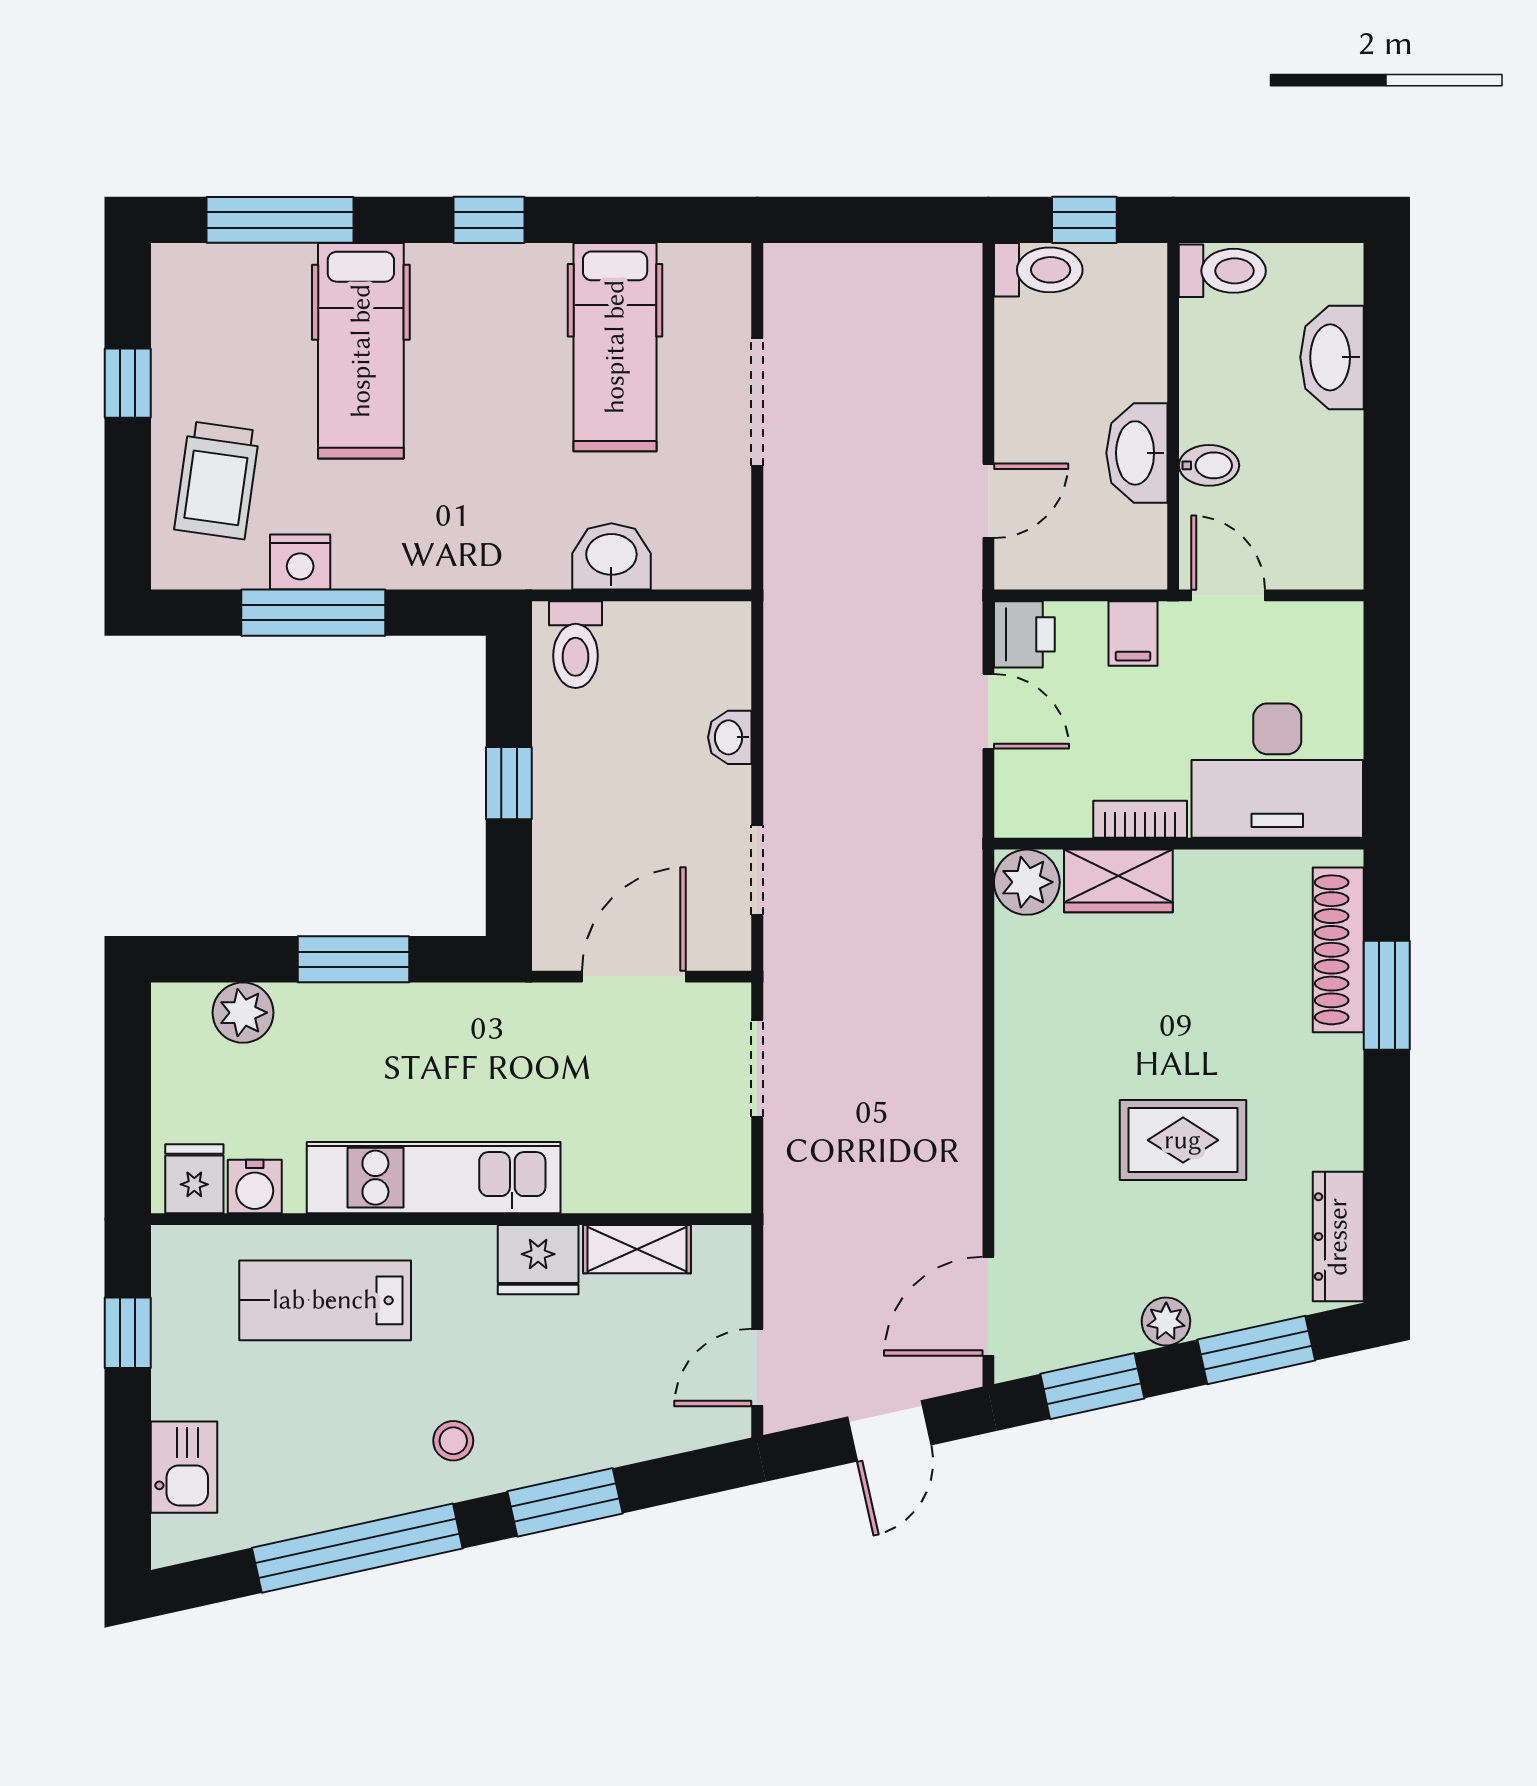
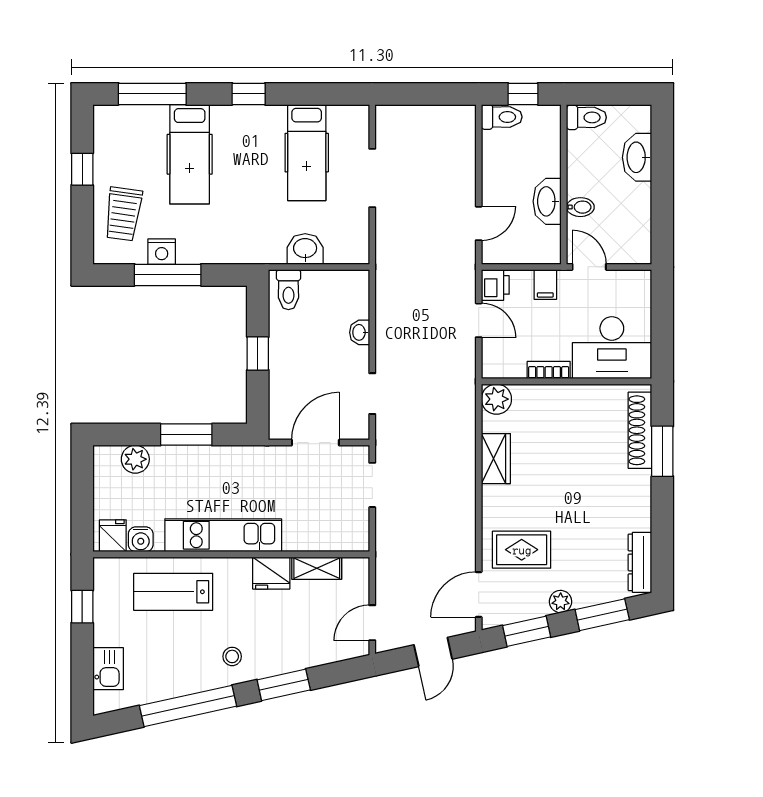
wardrobe: (1118, 881) -> (496, 459), moved, turned -90
rug: (1183, 1140) -> (522, 550), moved

